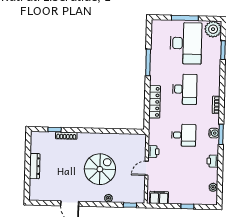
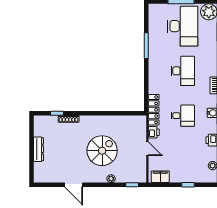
locker: (155, 102) -> (154, 110), moved
door: (147, 168) -> (147, 149), swing flipped

